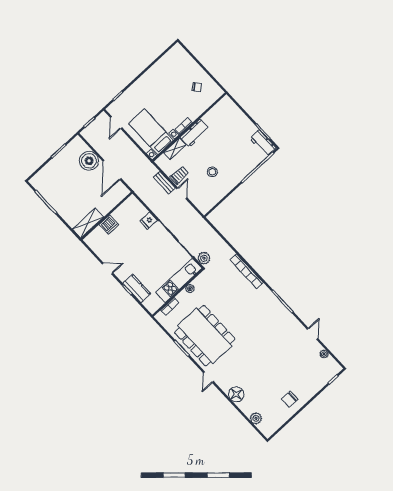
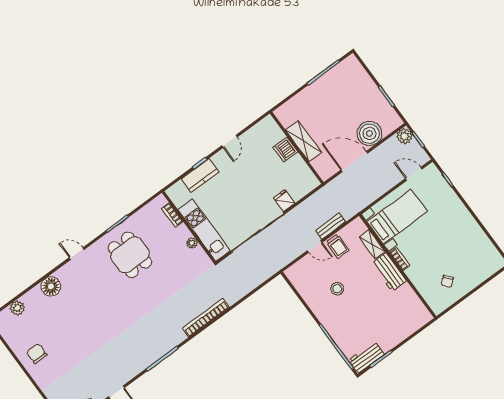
shelving: (88, 223) -> (304, 141), moved
plant: (204, 258) -> (404, 136), moved
dining table: (205, 336) -> (130, 255), width x0.53, depth x0.80

